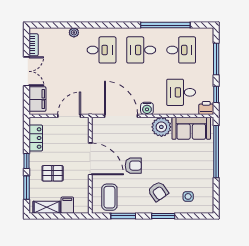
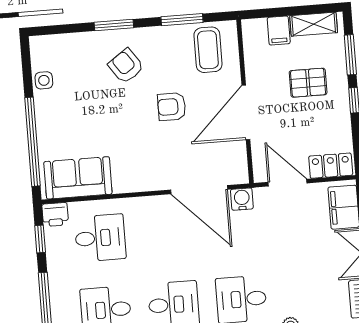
water cooler: (147, 108) -> (242, 199), moved
door: (69, 116) -> (288, 183), swing flipped
plant: (161, 127) -> (129, 176), removed
locker: (36, 138) -> (331, 166), moved, turned 90
door: (90, 159) -> (246, 112), hinge flipped
side table: (188, 196) -> (44, 80), moved

